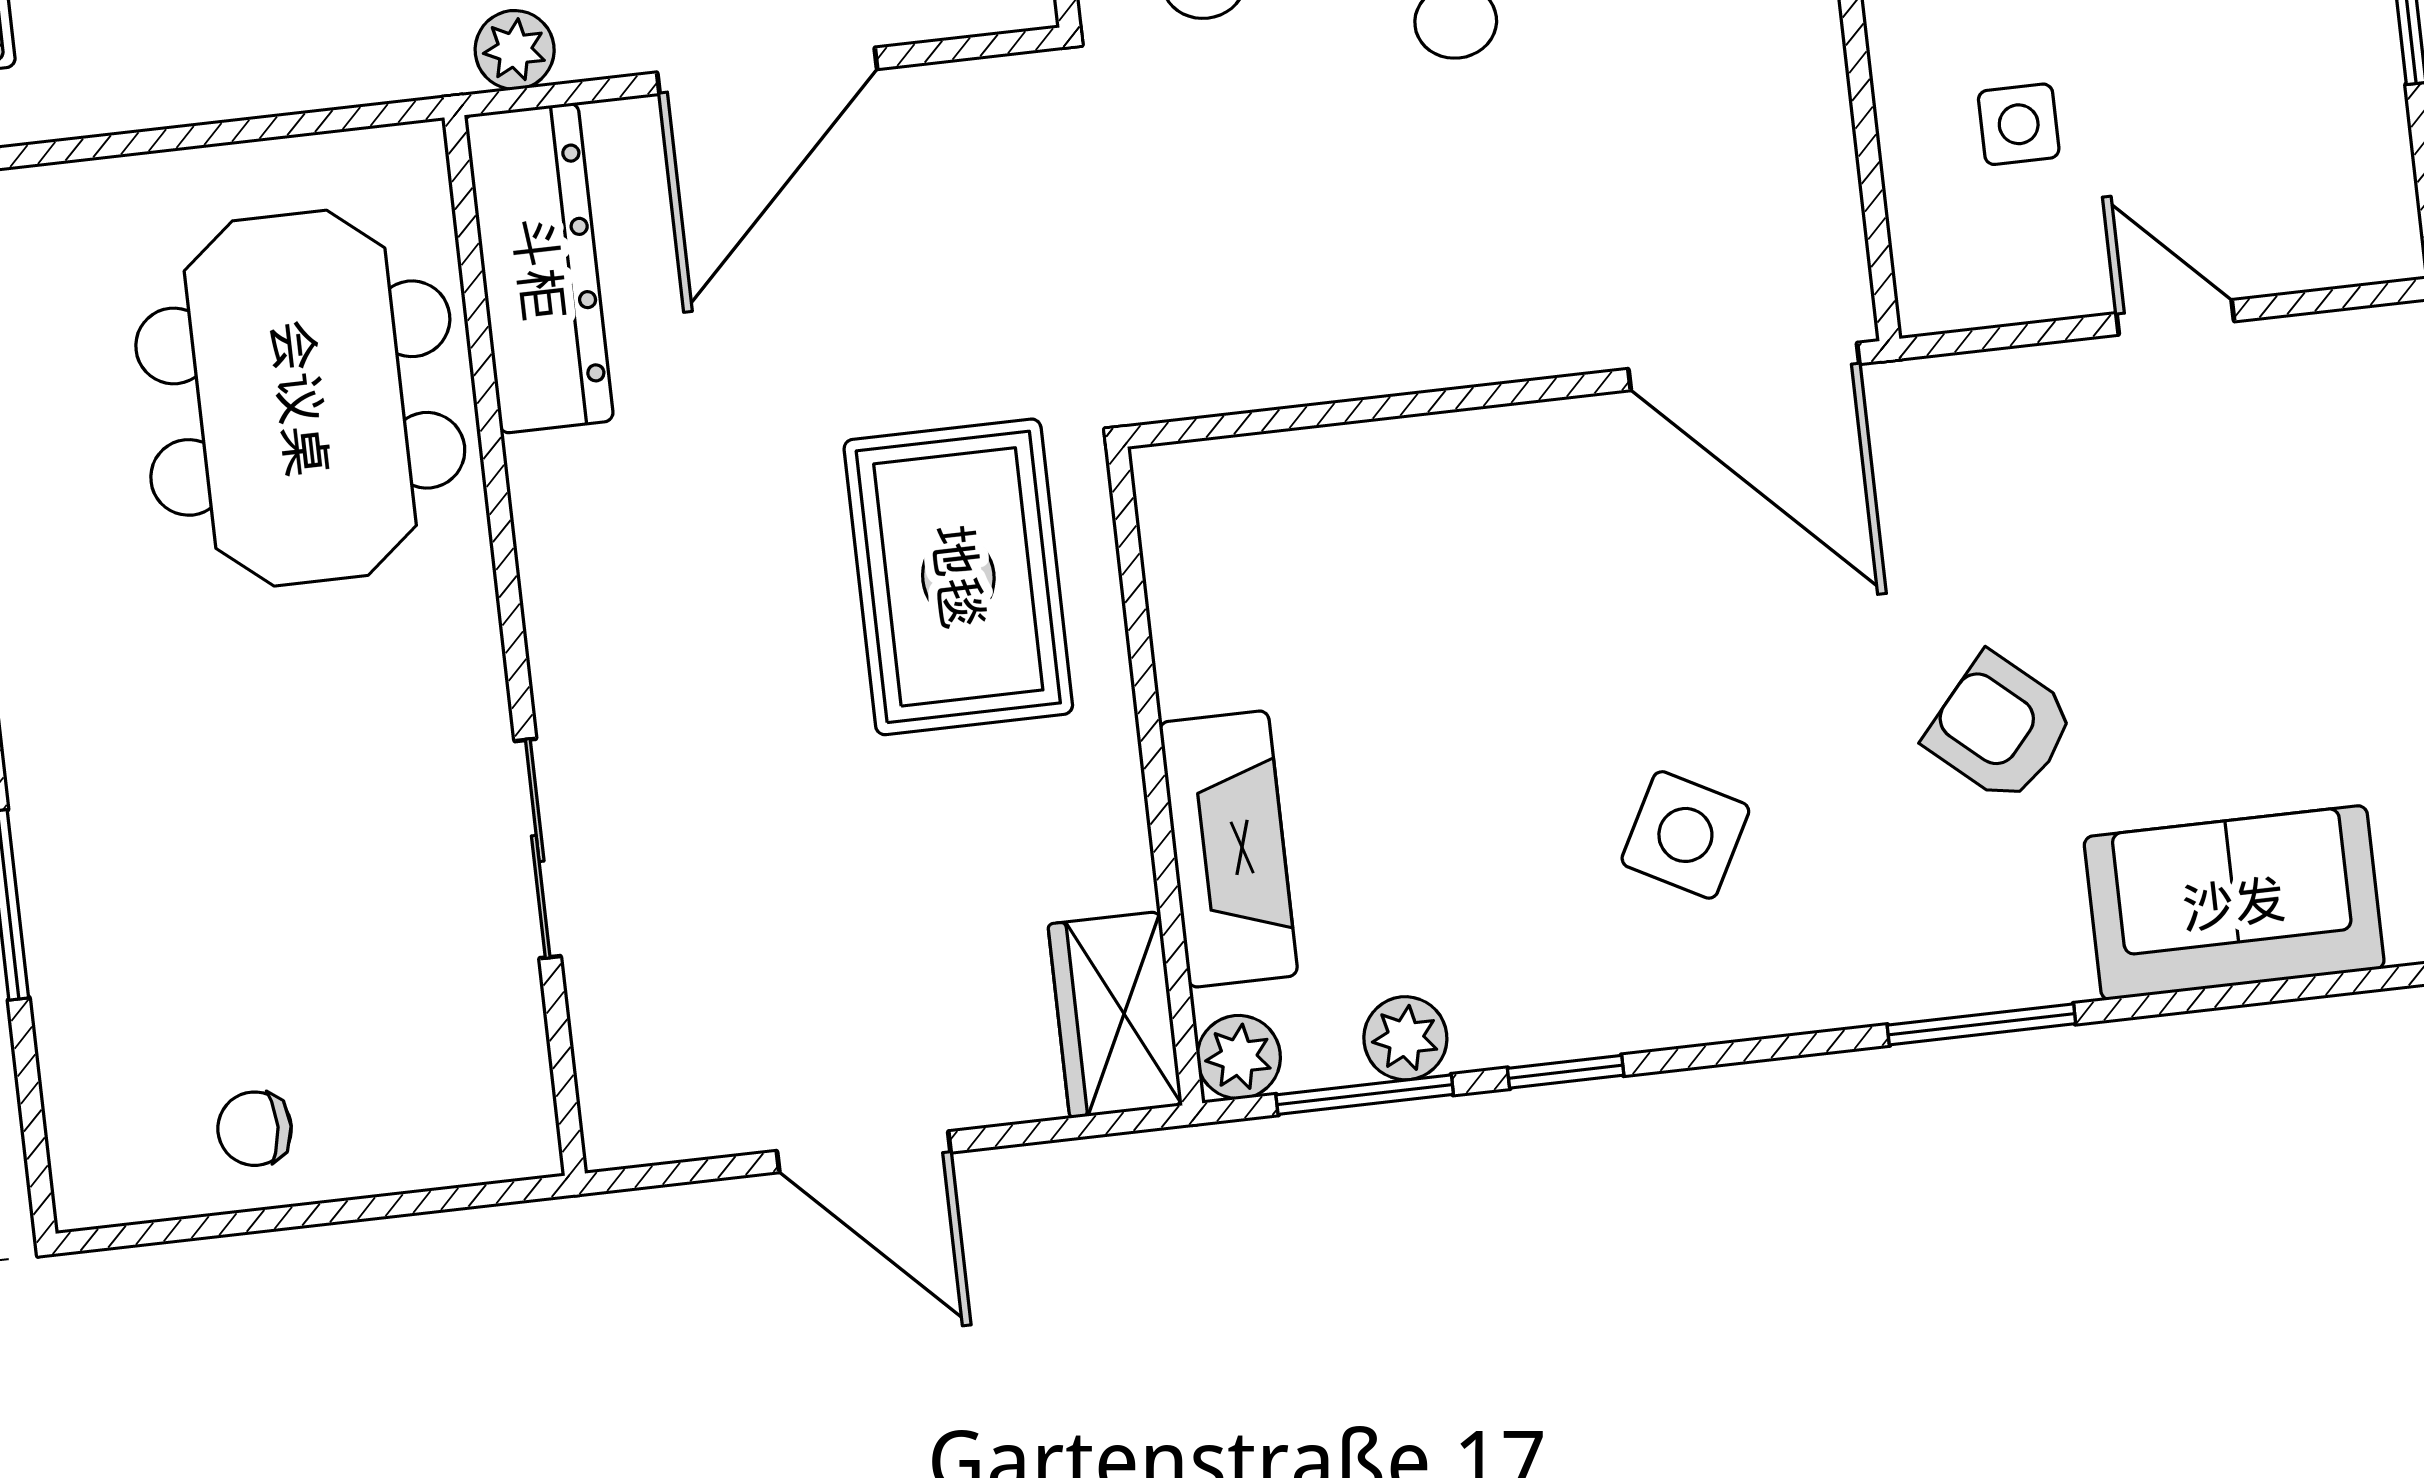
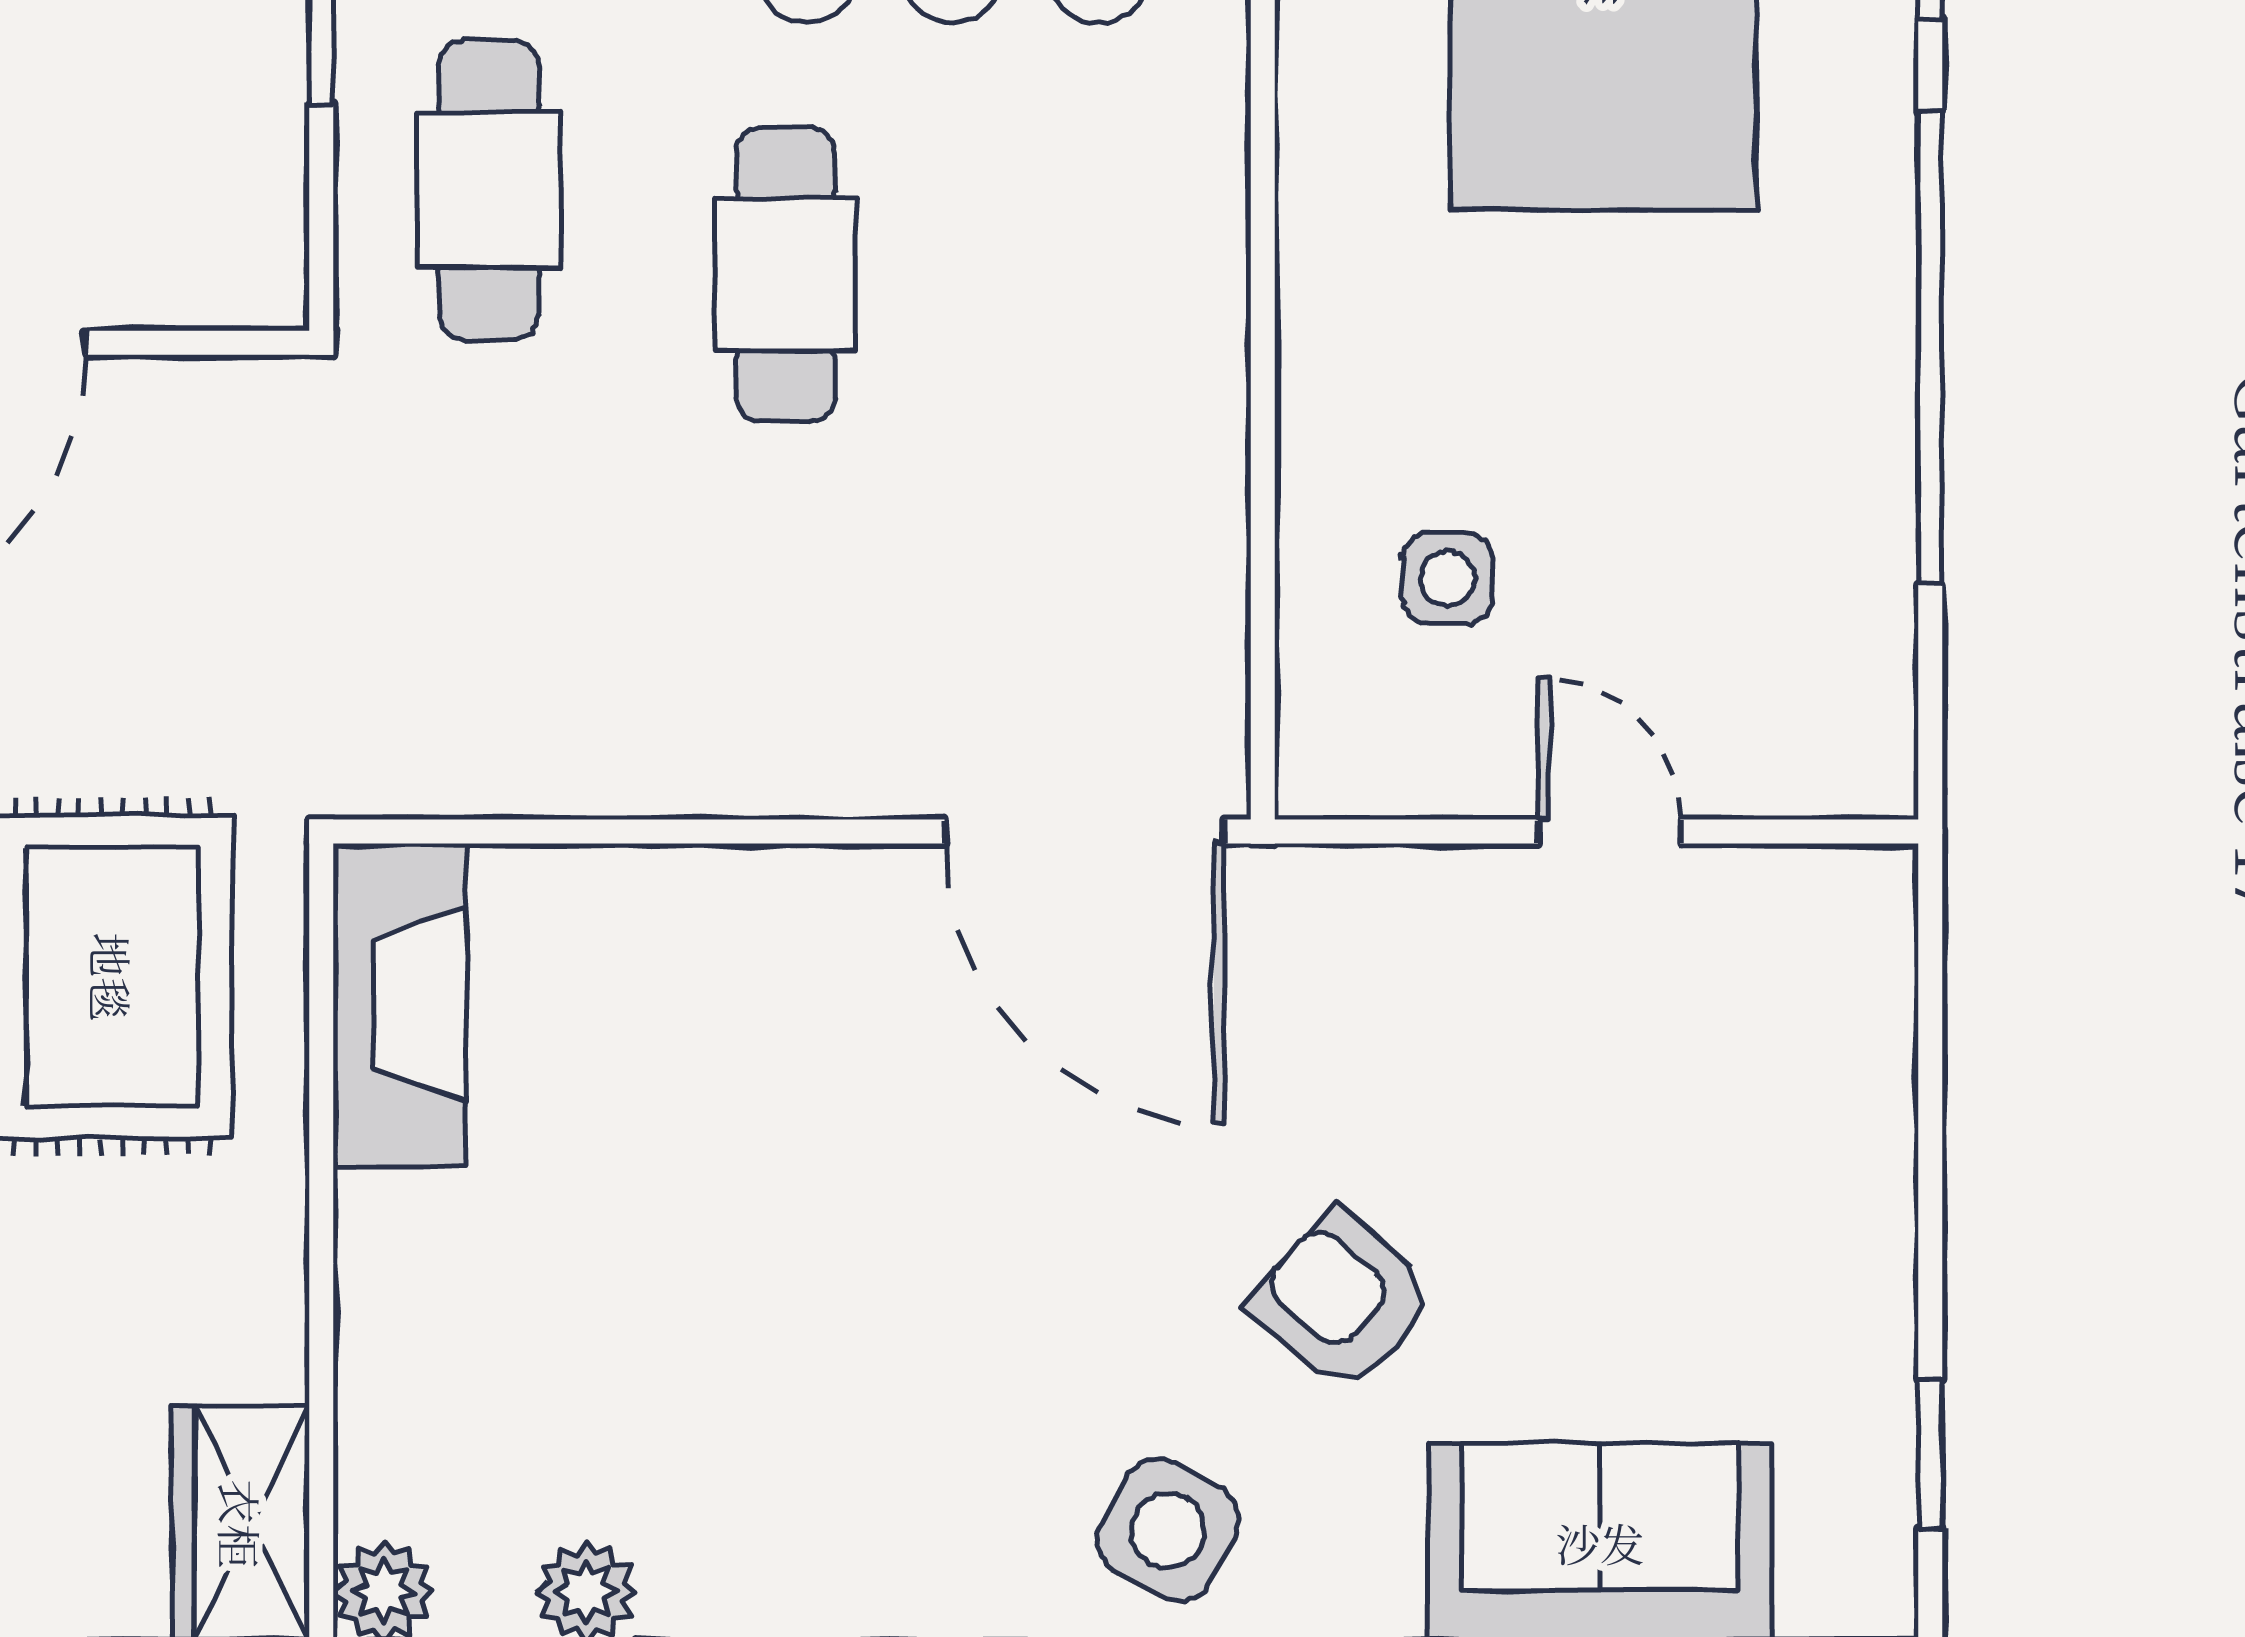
side table: (1685, 835) -> (1168, 1530), moved
fireplace: (1228, 849) -> (400, 1005), moved

